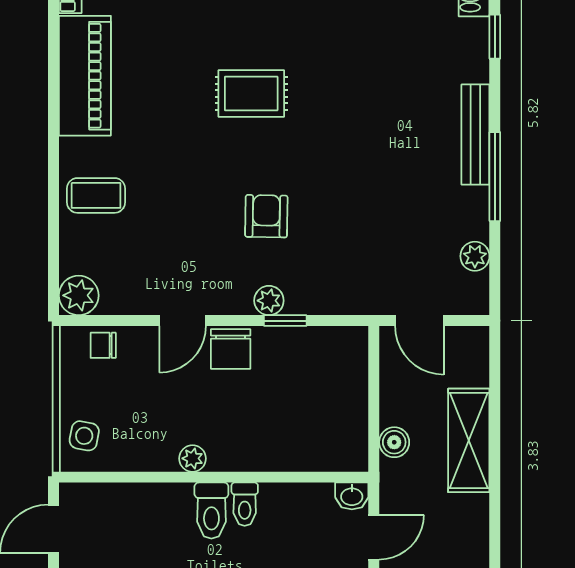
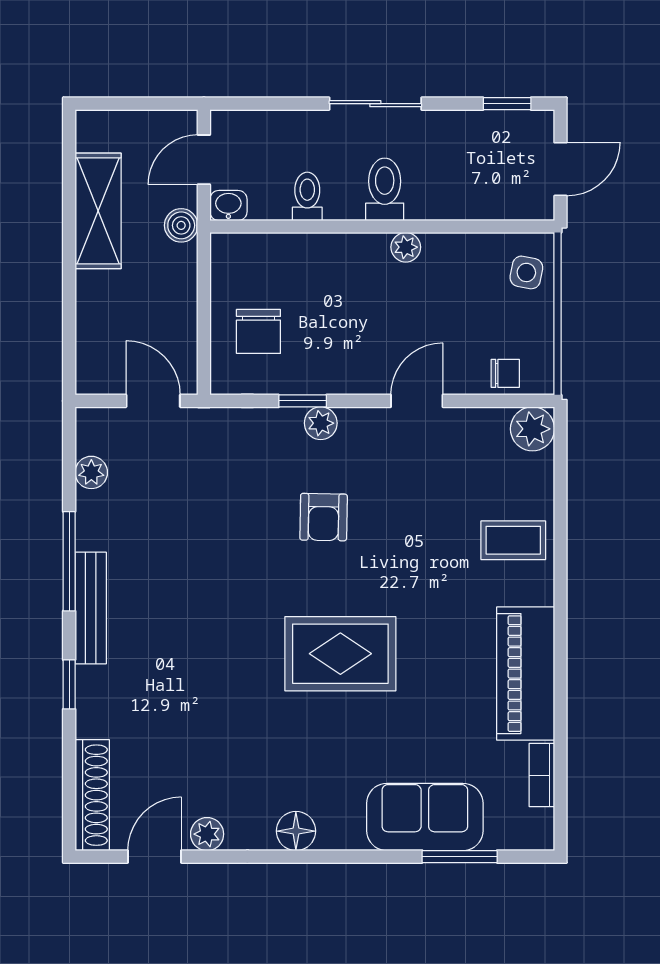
window: (495, 37) -> (69, 684), moved
rug: (251, 94) -> (340, 654), width x1.36, depth x1.43
chair: (231, 349) -> (258, 331), moved, turned 180
shelving: (469, 440) -> (98, 211), moved
boiler: (394, 442) -> (181, 225), moved
toilet: (245, 504) -> (307, 196), moved

